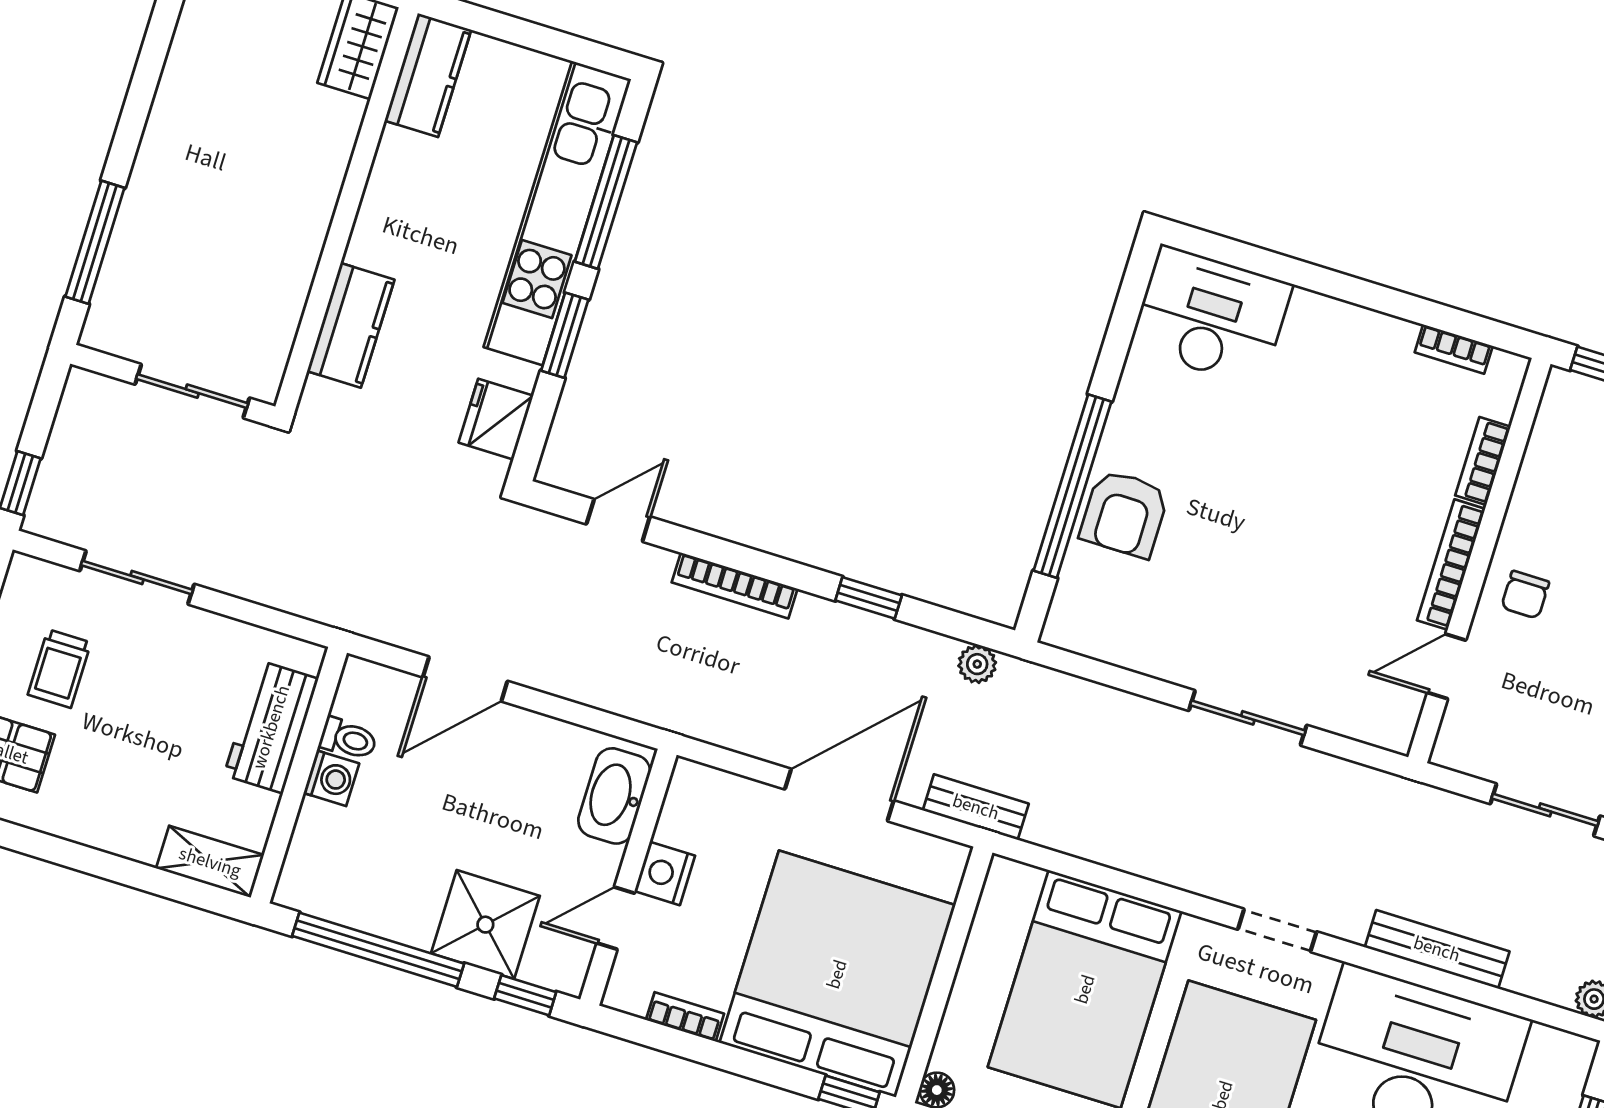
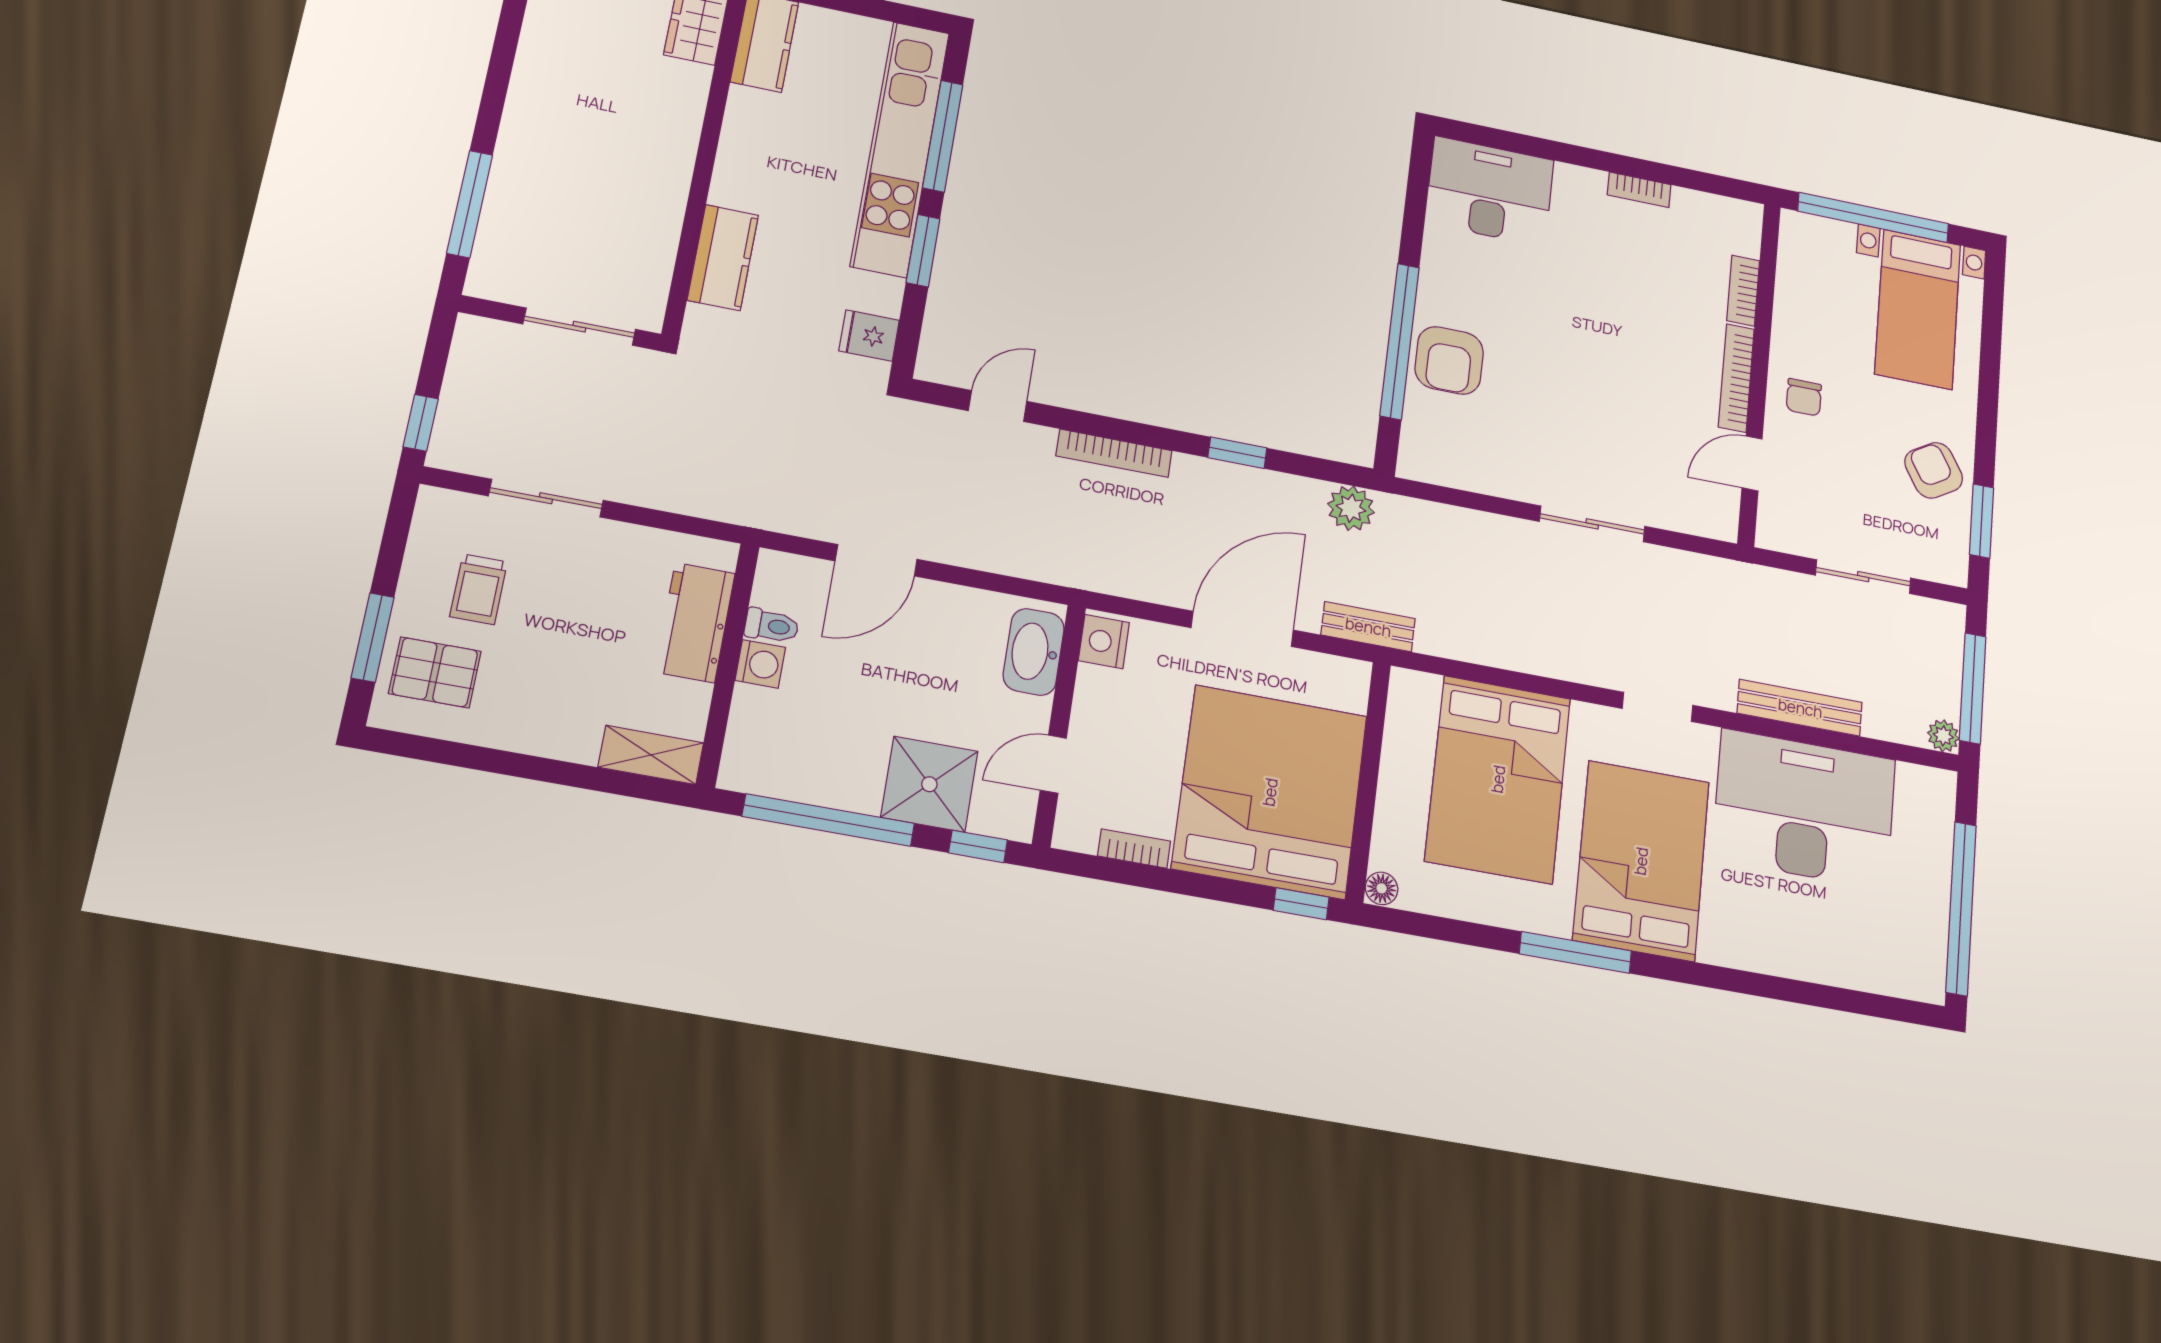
bookcase: (1454, 349) -> (1639, 190), moved
fridge: (496, 419) -> (869, 336), width x0.72
plant: (977, 664) -> (1351, 508), width x1.38, depth x1.38
nightstand: (665, 873) -> (1104, 642), moved

